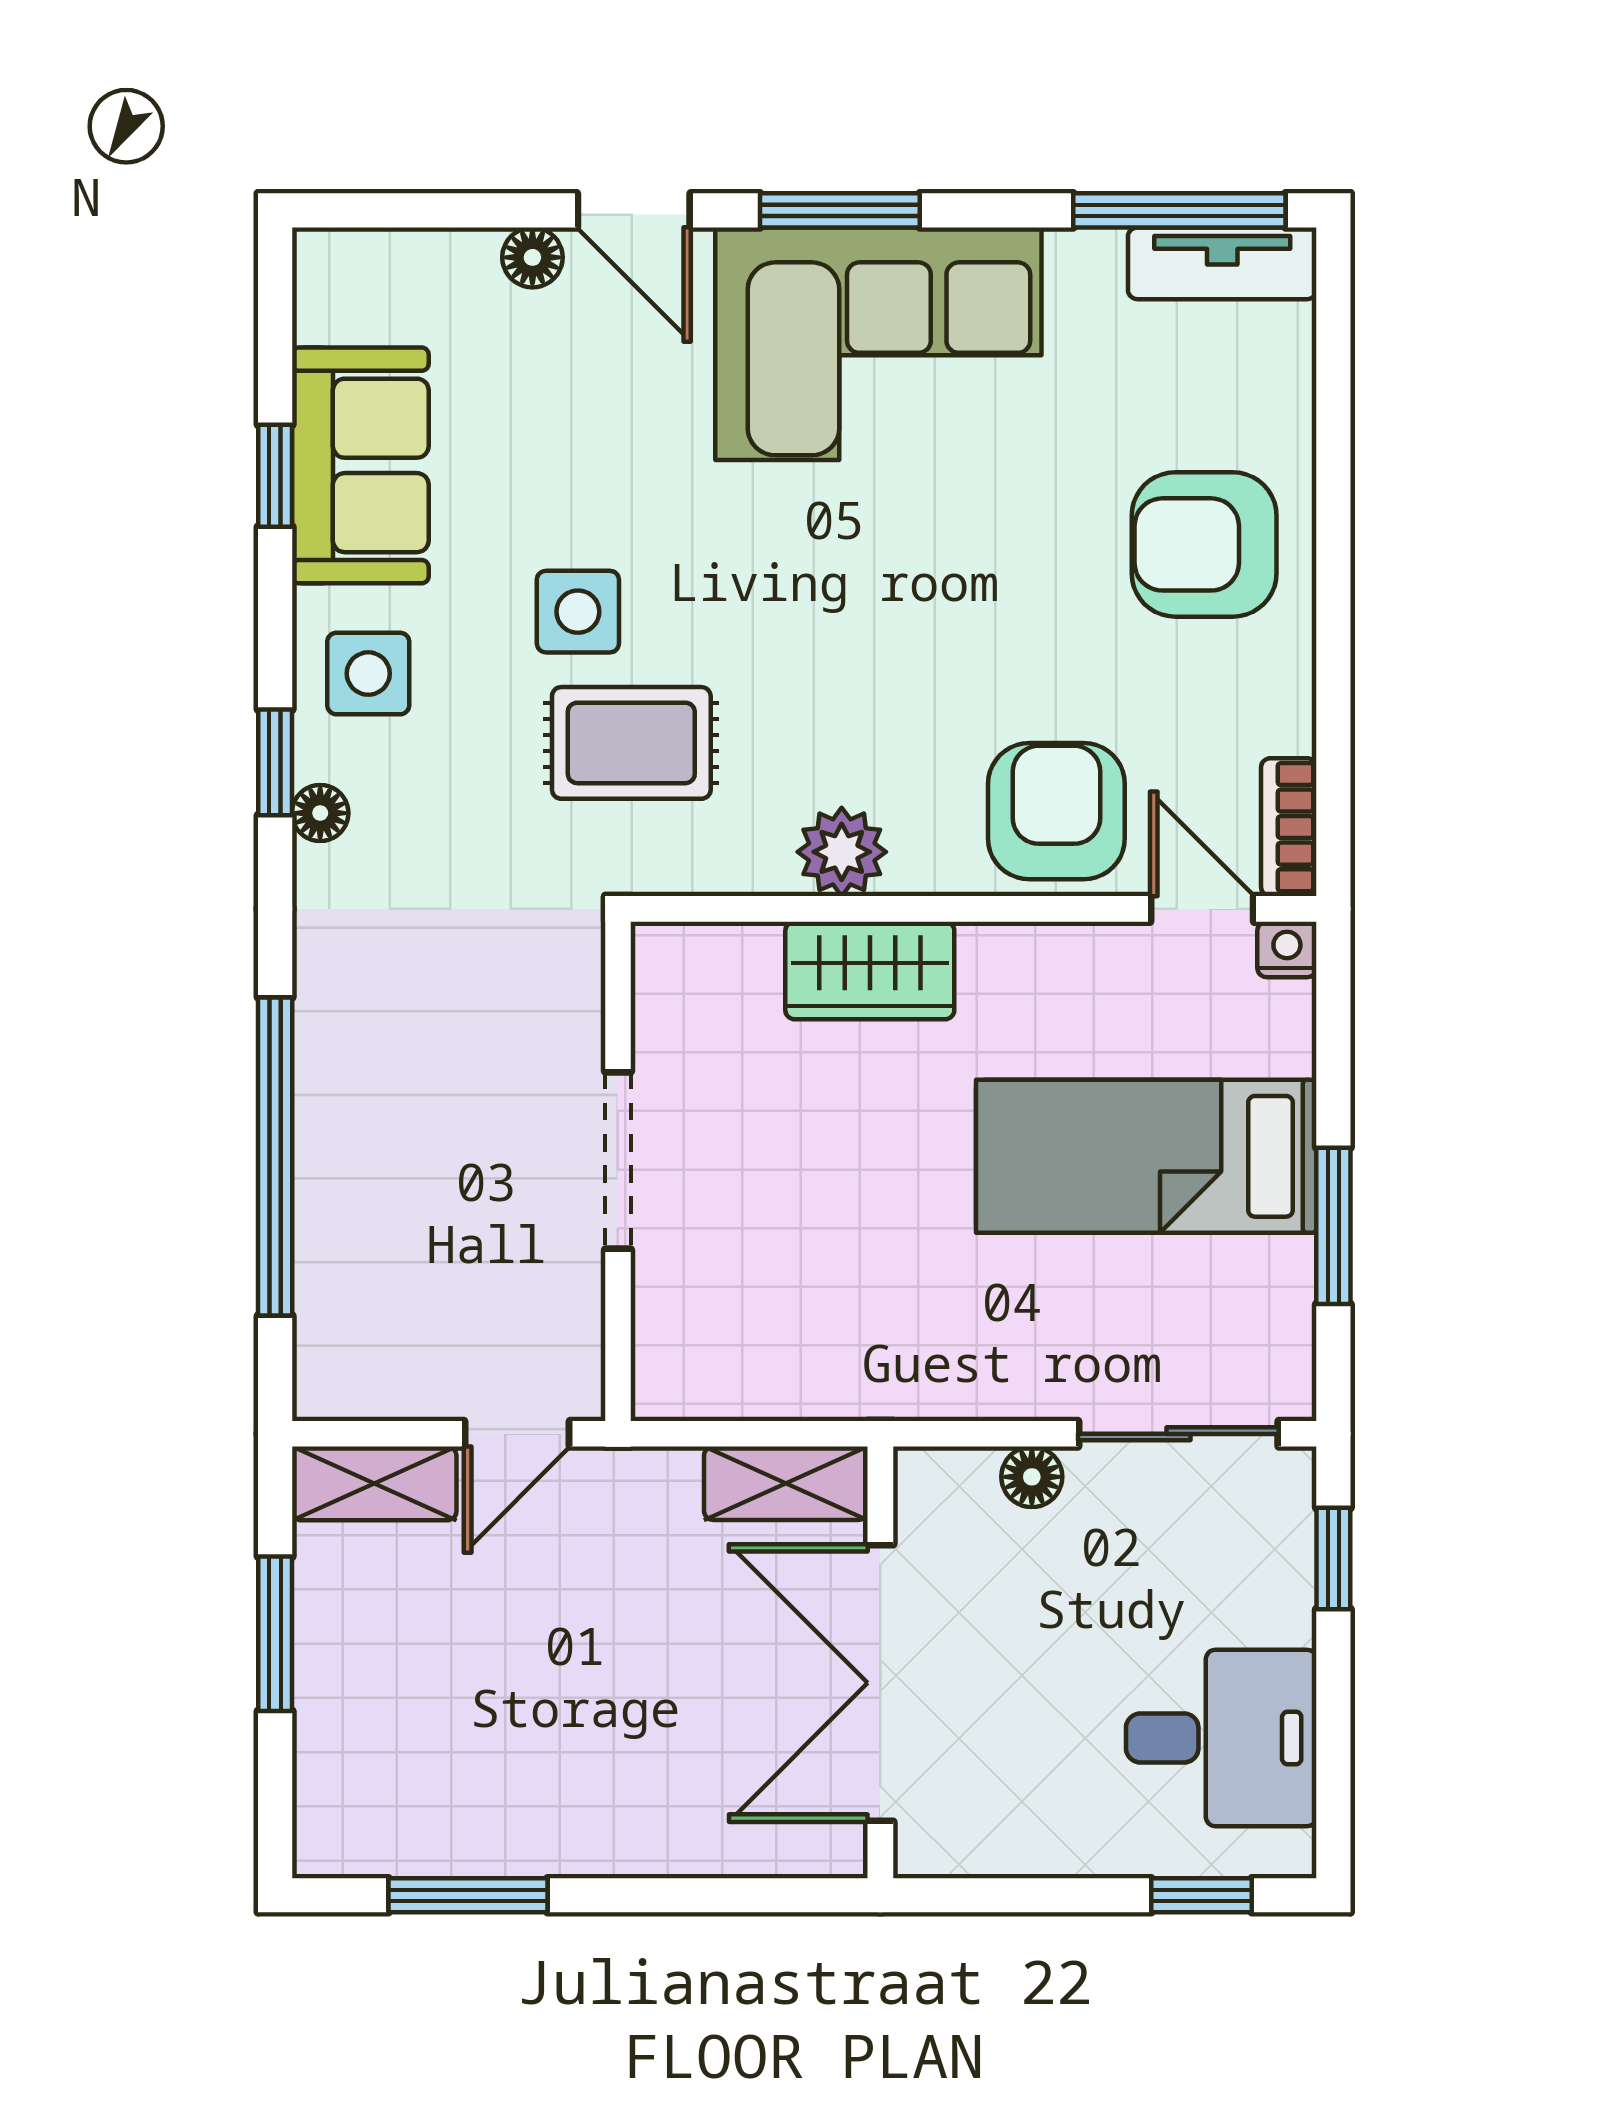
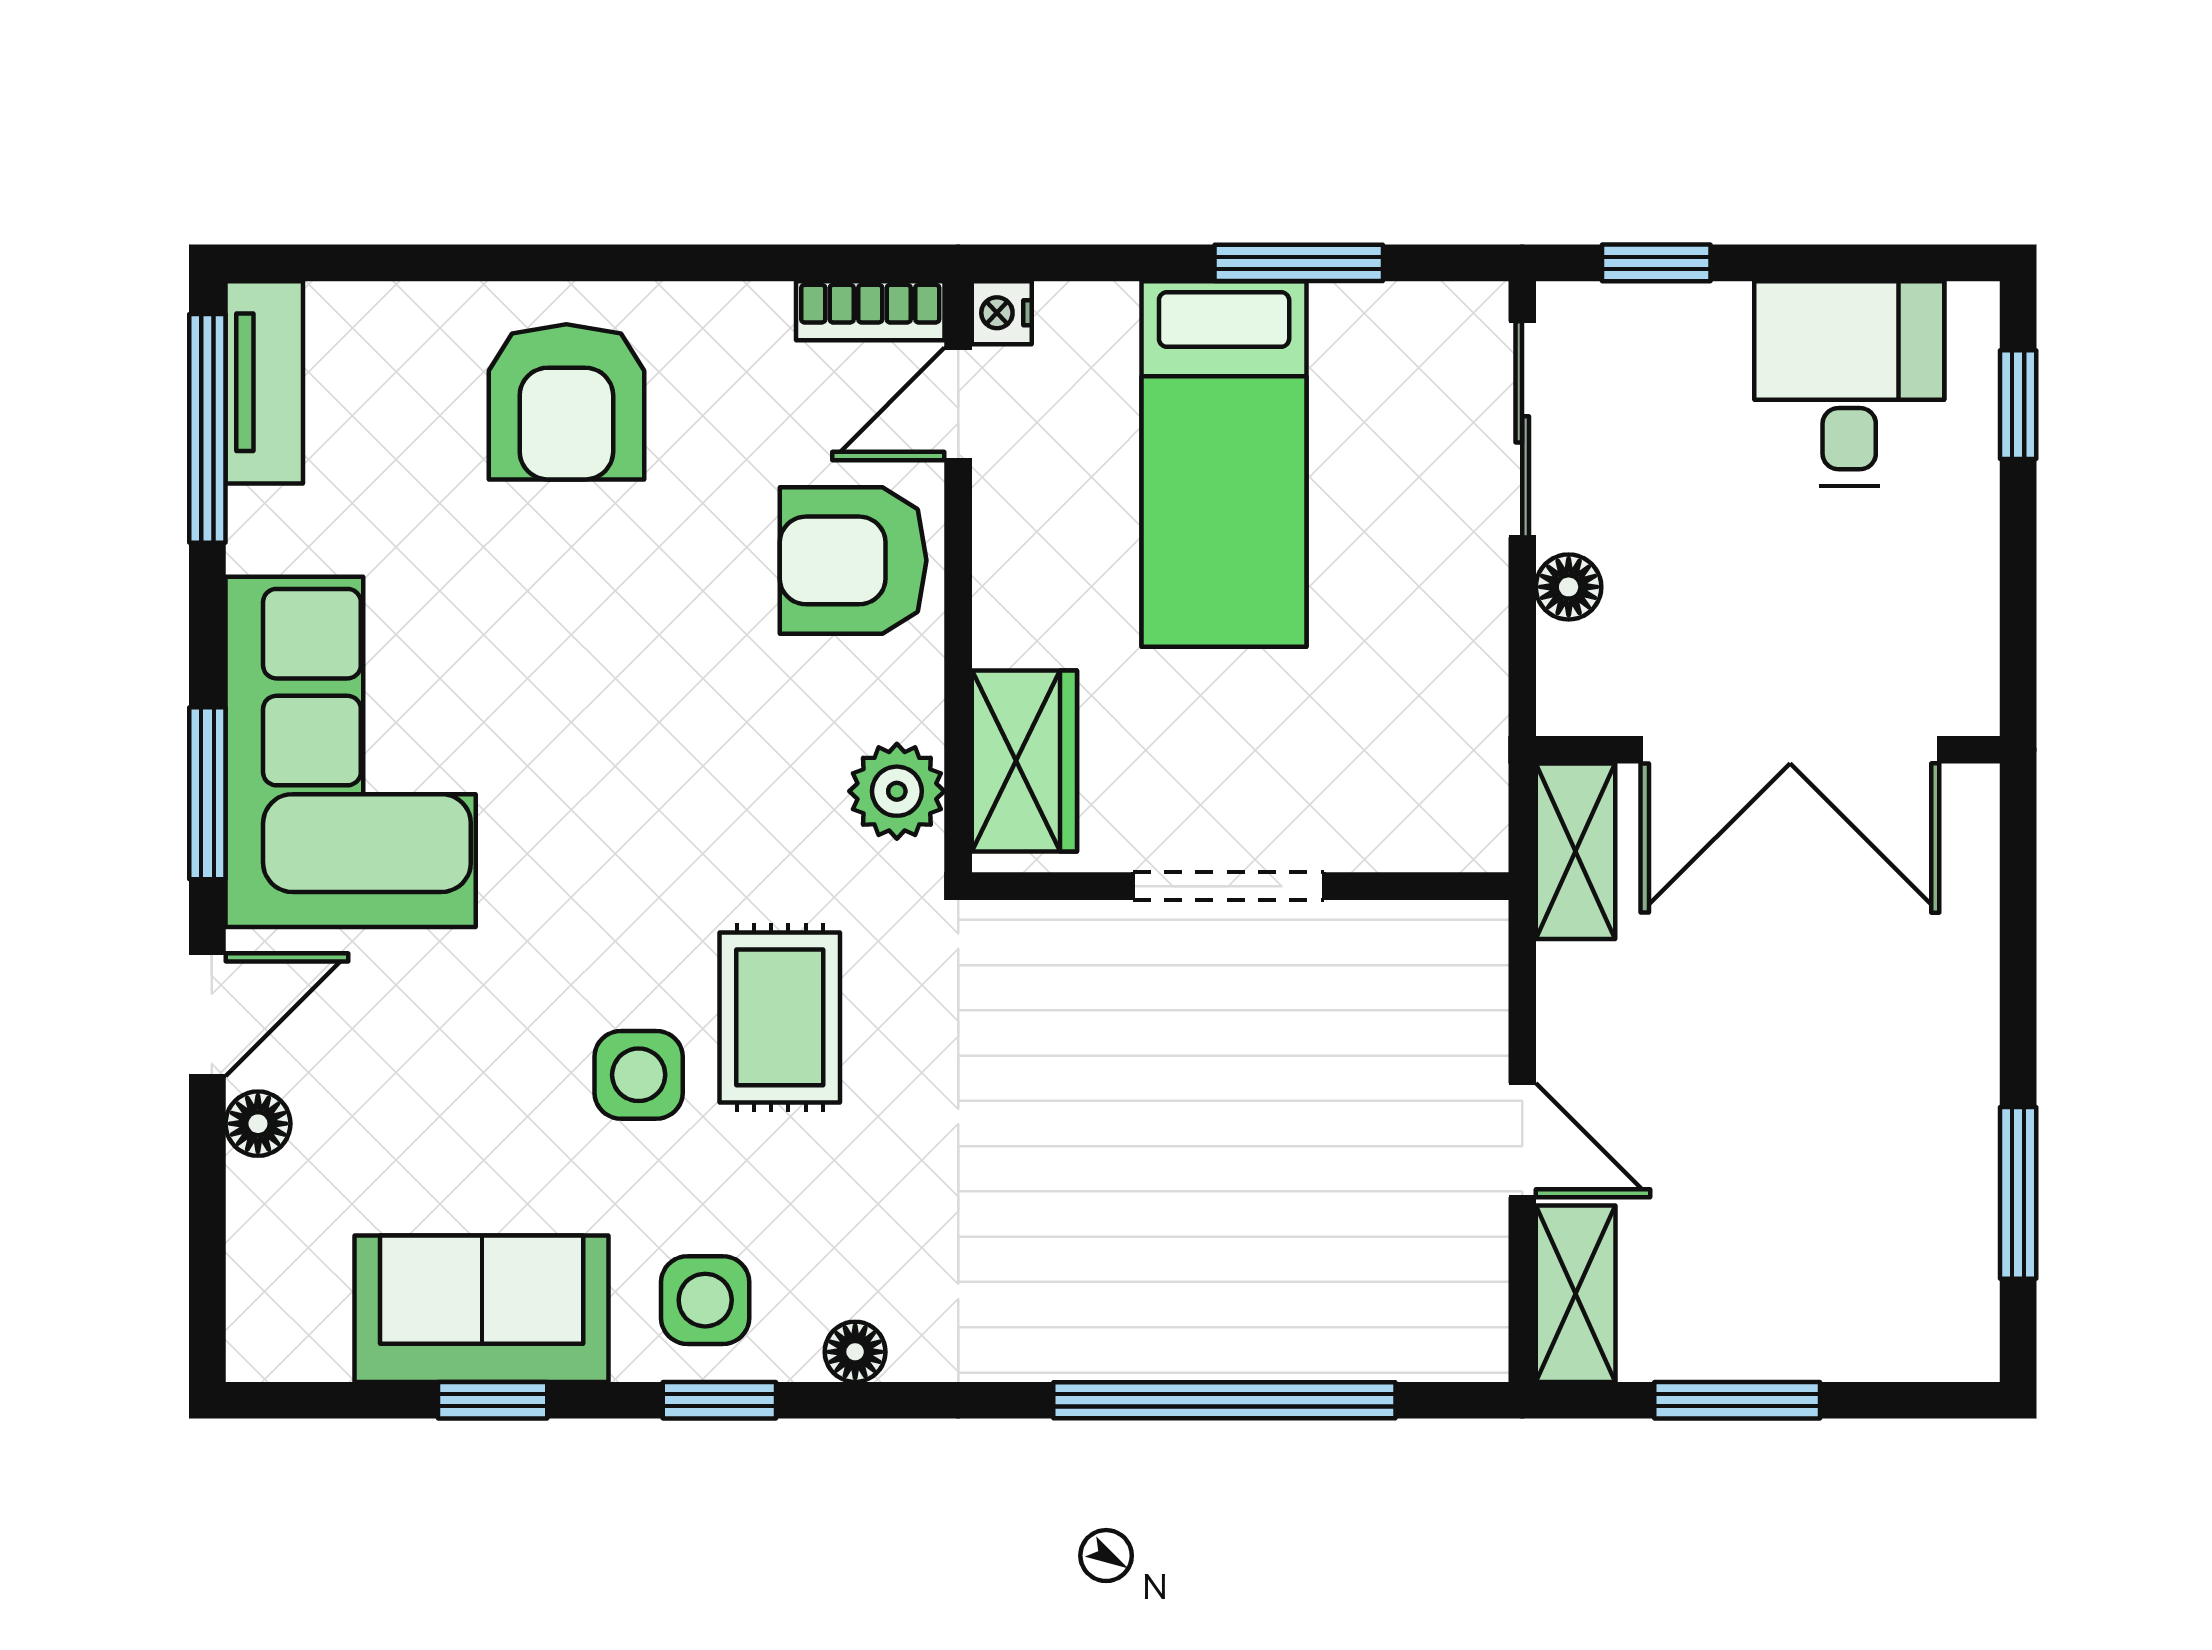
window: (275, 762) -> (719, 1400), moved
doorway: (618, 1160) -> (1229, 886), moved
wall: (618, 1171) -> (1240, 886), moved

